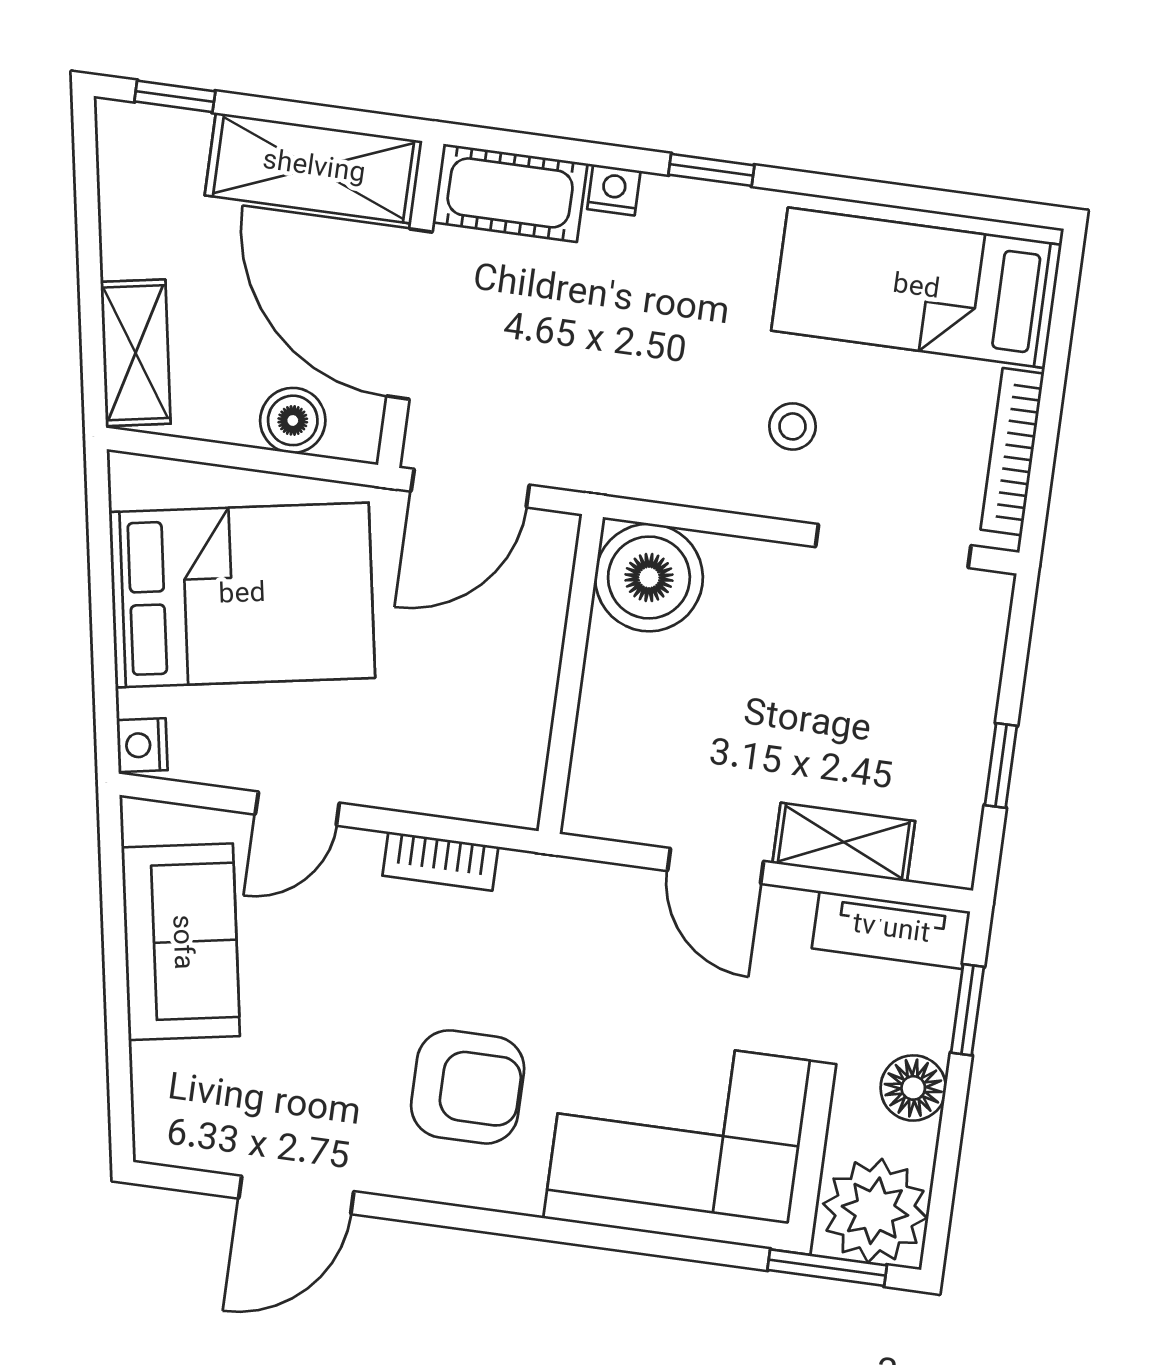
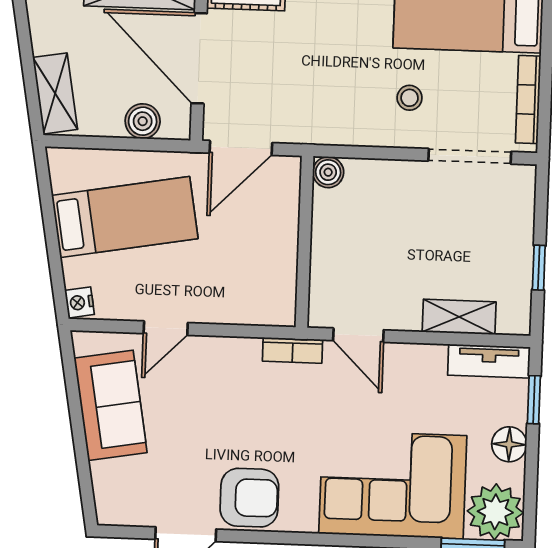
boiler: (649, 578) -> (328, 172), width x0.54, depth x0.54
bed: (242, 595) -> (125, 217), width x0.67
bookcase: (440, 861) -> (293, 350), moved
door: (716, 866) -> (358, 335), moved
armchair: (468, 1087) -> (249, 498), moved

